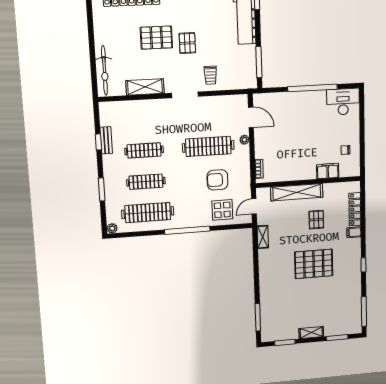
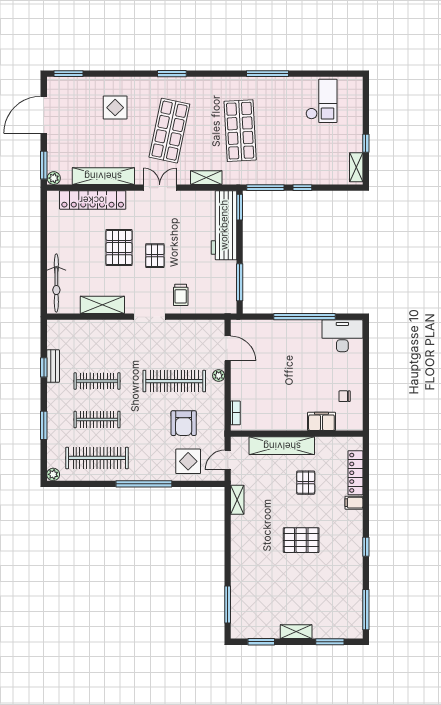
pallet: (156, 38) -> (119, 248), turned 90
armchair: (217, 180) -> (184, 423), turned -90
pallet: (314, 264) -> (301, 540), width x0.73, depth x0.71

